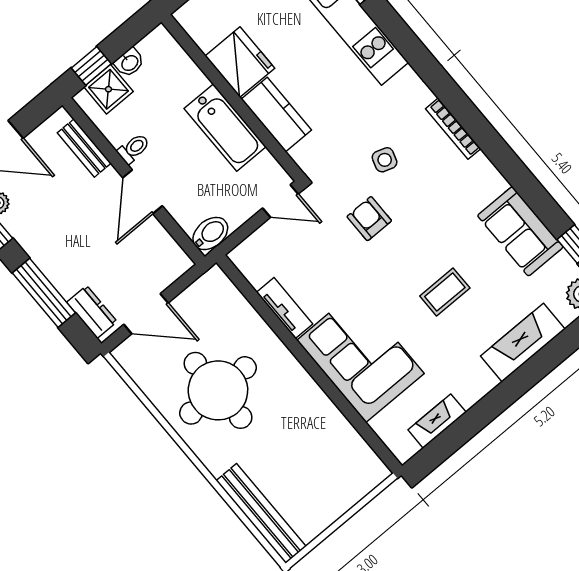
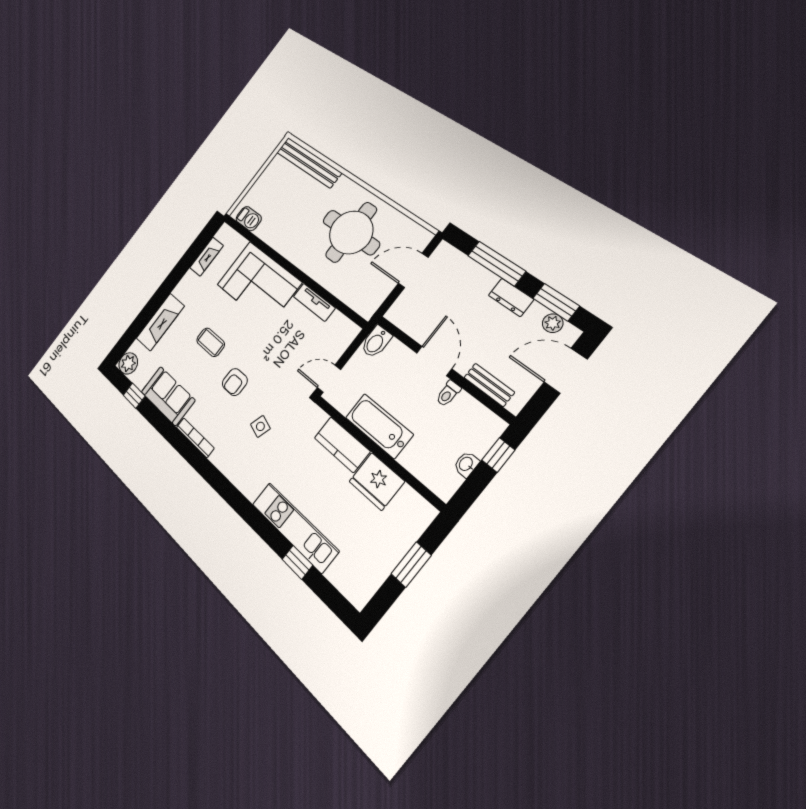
shower: (108, 89) -> (479, 438), removed
bookcase: (453, 129) -> (195, 438), moved
armchair: (369, 219) -> (235, 382), moved, turned 90
coffee table: (445, 292) -> (211, 342), turned 90
dresser: (92, 312) -> (511, 297), moved
barbecue: (363, 459) -> (249, 219), added

